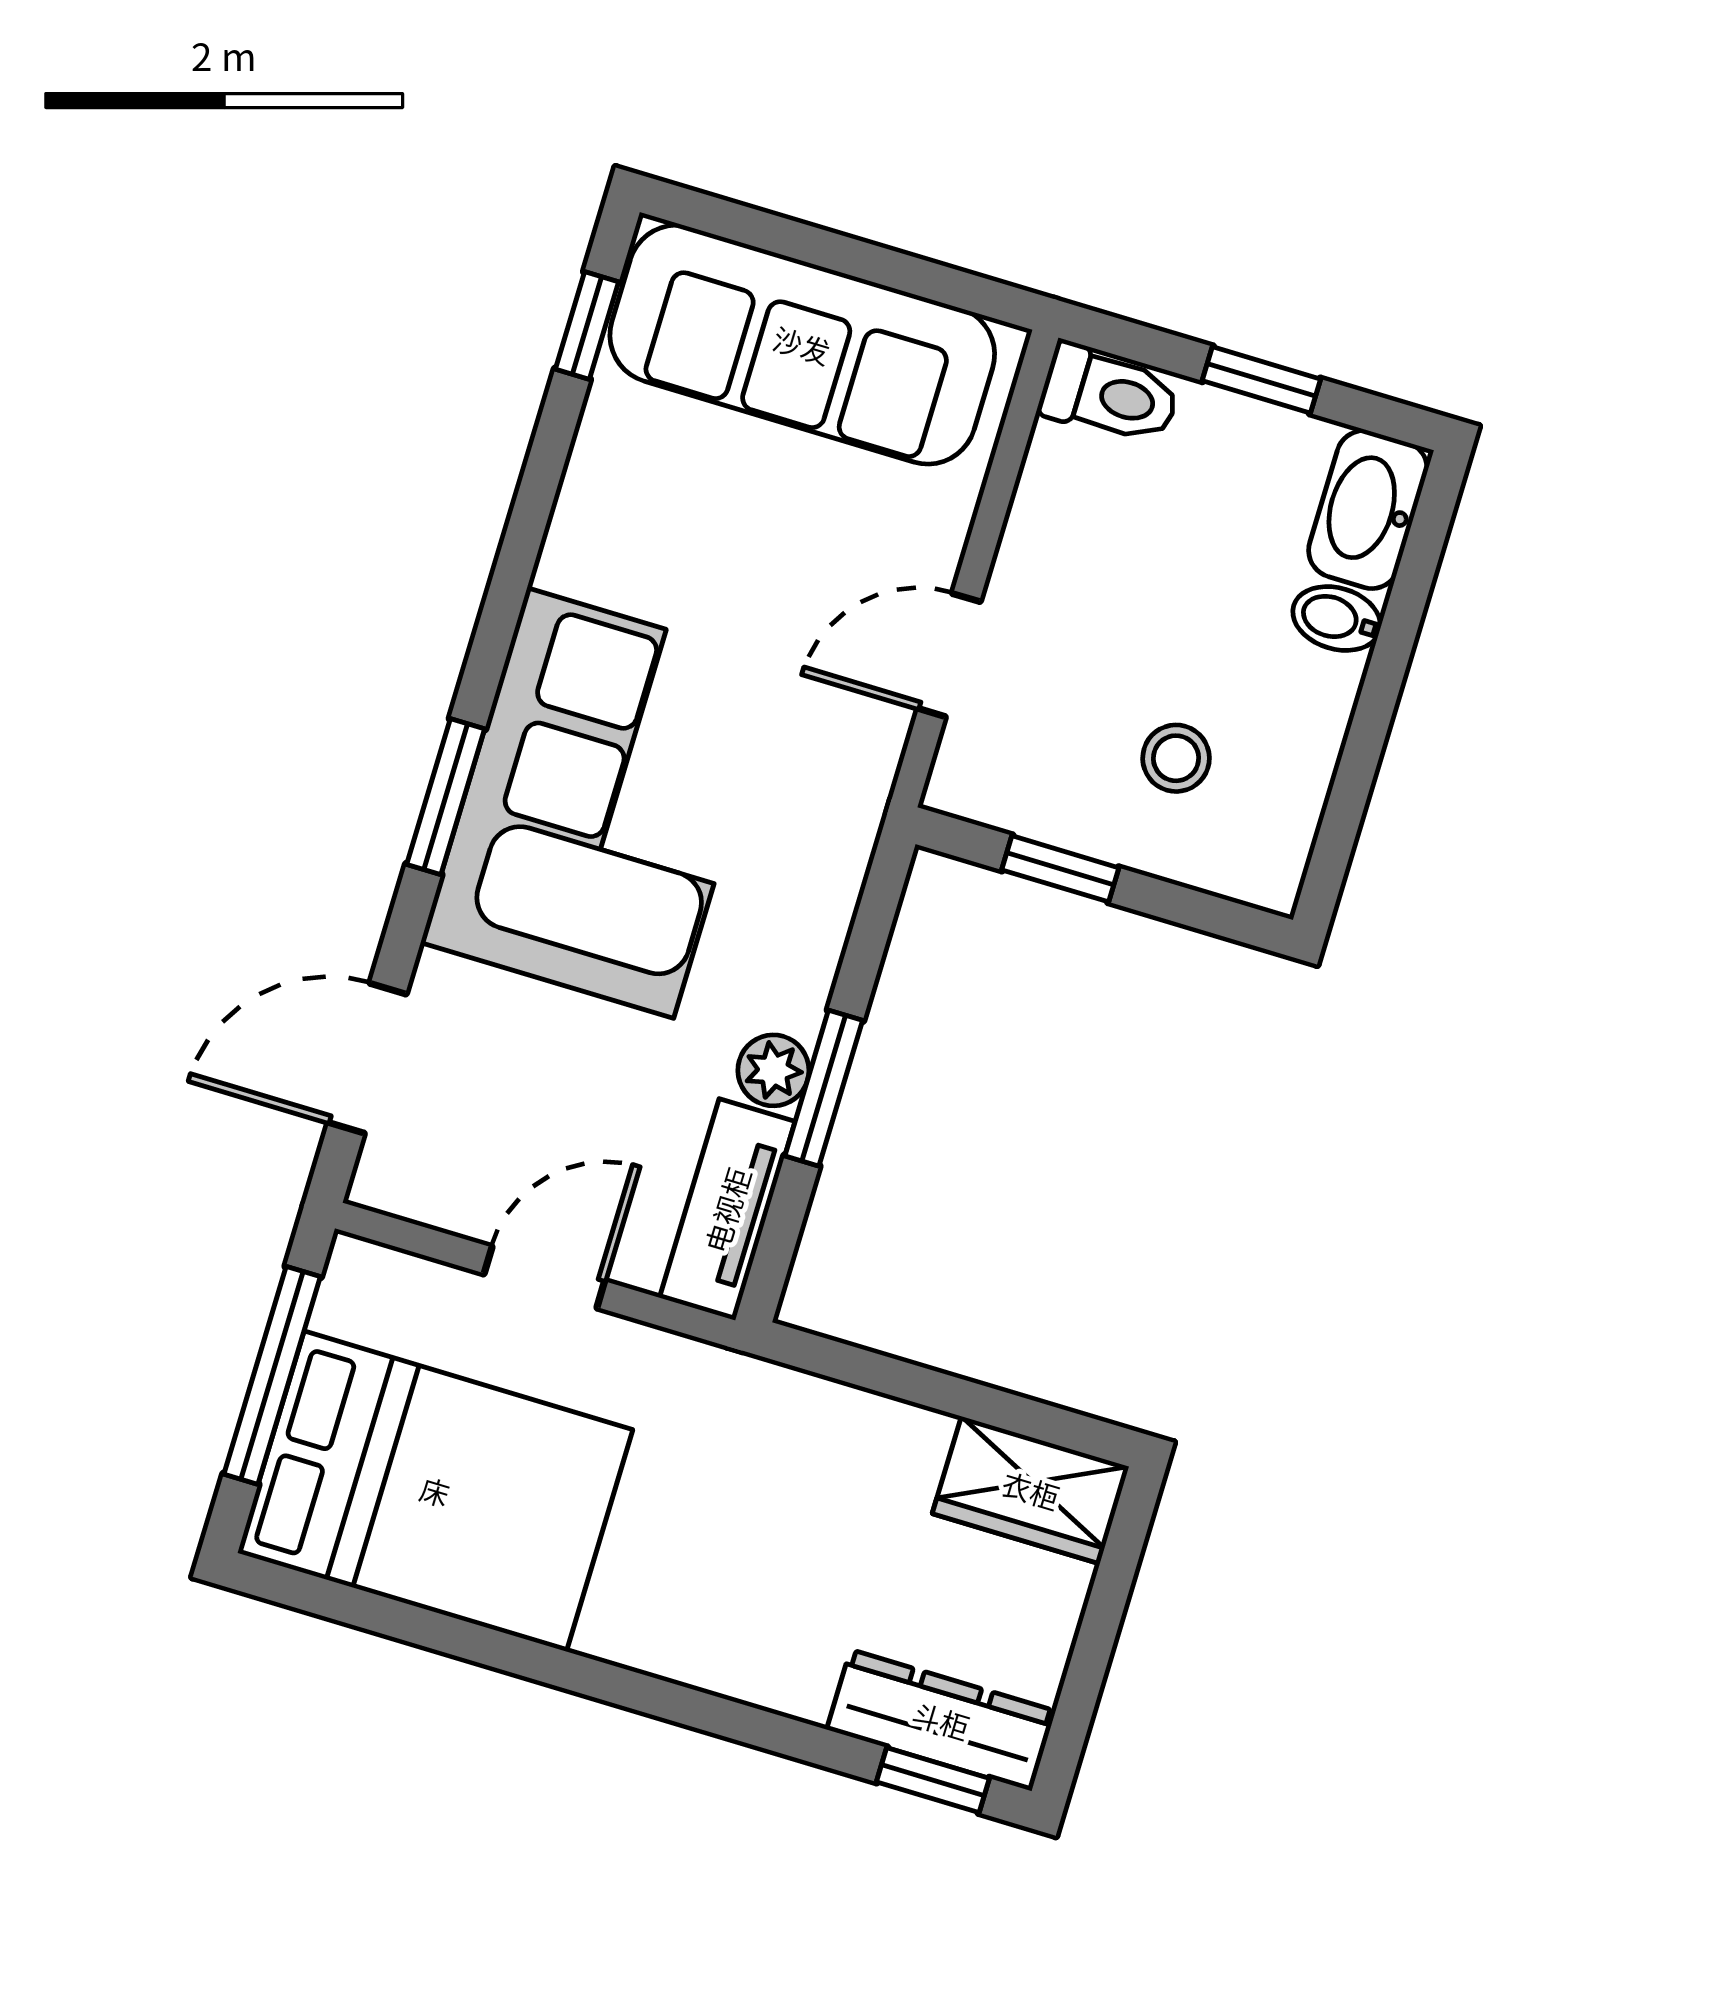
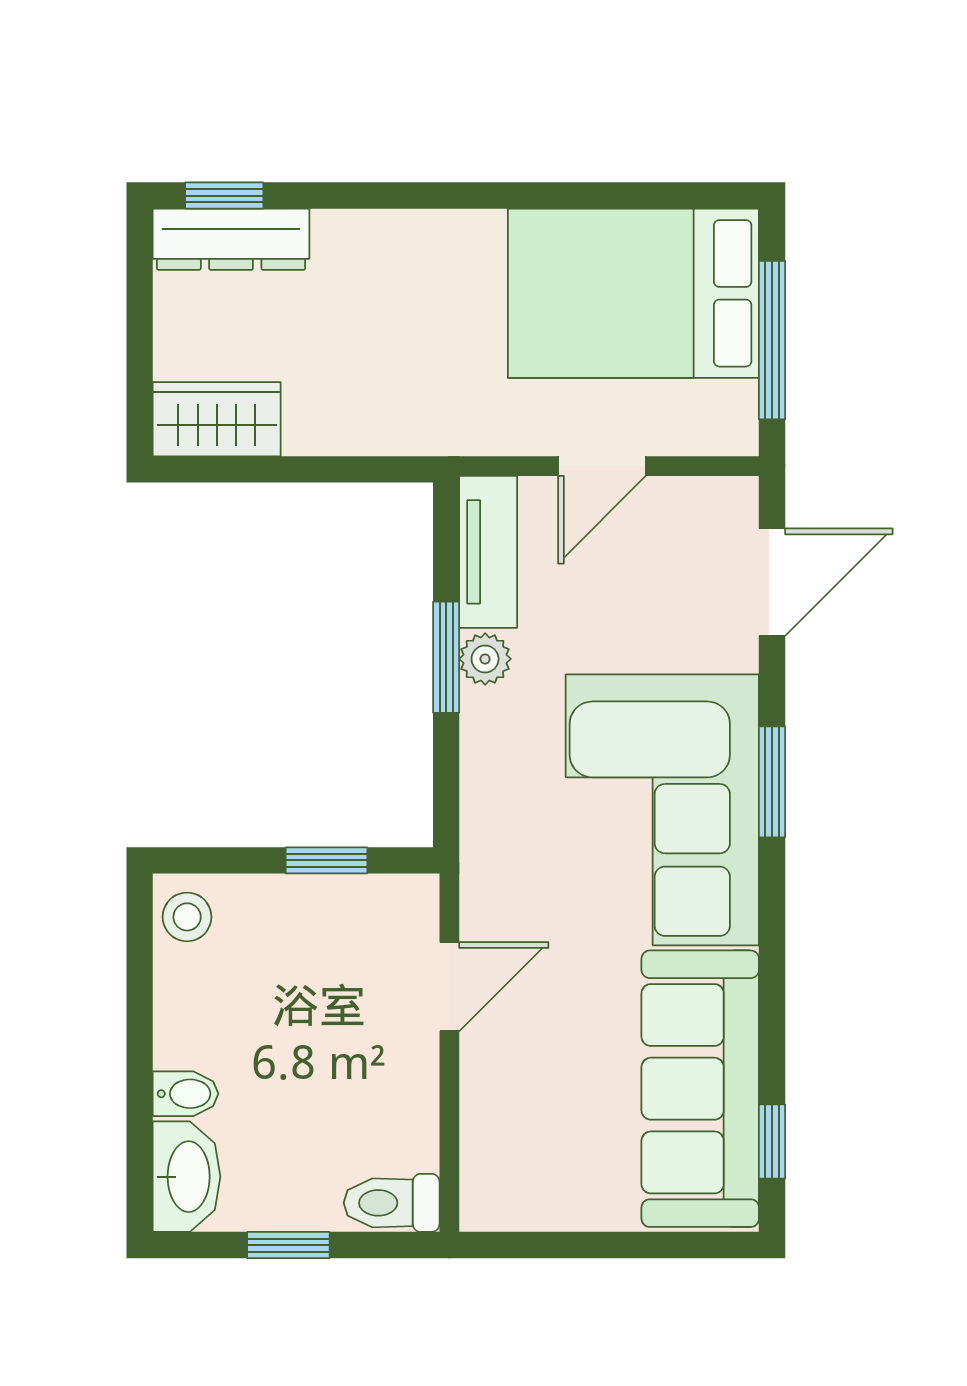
sofa: (802, 345) -> (700, 1089), moved, turned -90
stool: (1176, 758) -> (187, 917), moved

